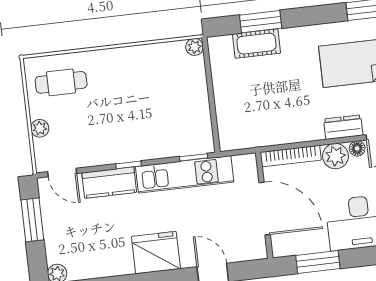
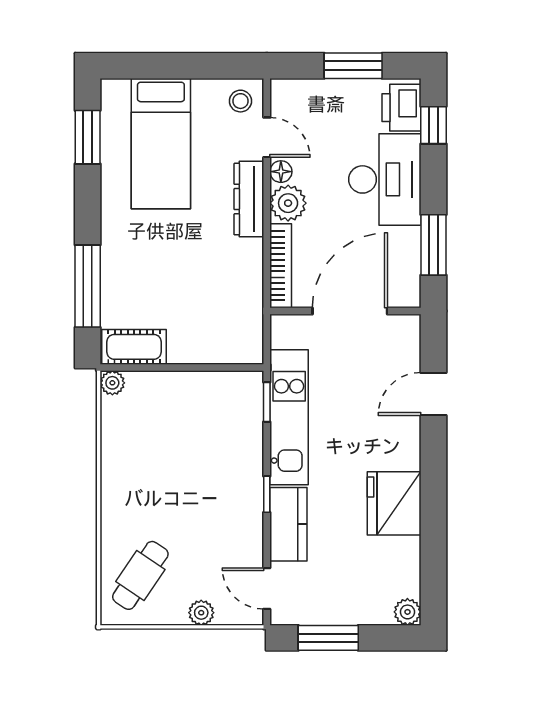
window: (261, 22) -> (88, 286), width x1.44
cot: (256, 44) -> (134, 347), moved, turned 90
cafe table: (61, 82) -> (140, 575), turned 34
dresser: (343, 127) -> (249, 199), width x1.44
door: (62, 173) -> (267, 588), swing flipped
fridge: (156, 253) -> (394, 503), moved

